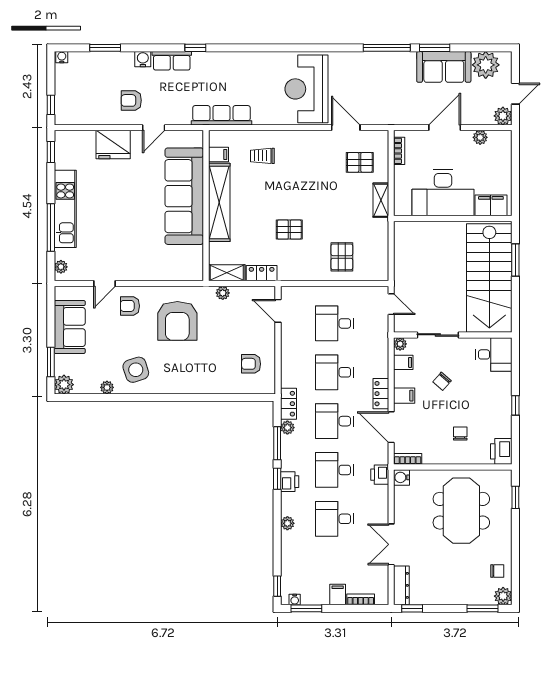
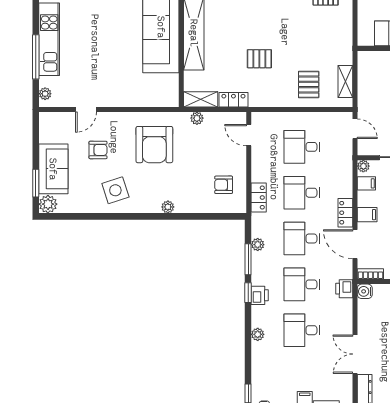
shelving: (381, 200) -> (345, 82), moved
armchair: (130, 306) -> (98, 150), moved, turned 180
sofa: (70, 327) -> (53, 169), moved
plant: (107, 387) -> (168, 207), moved
locker: (288, 404) -> (259, 198), moved

